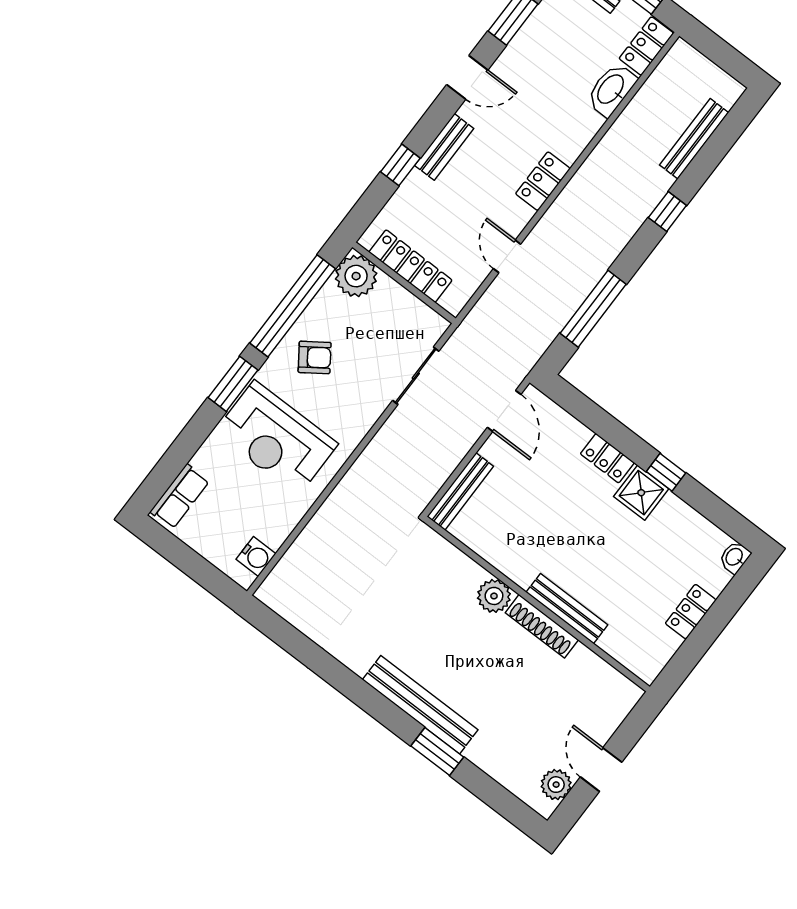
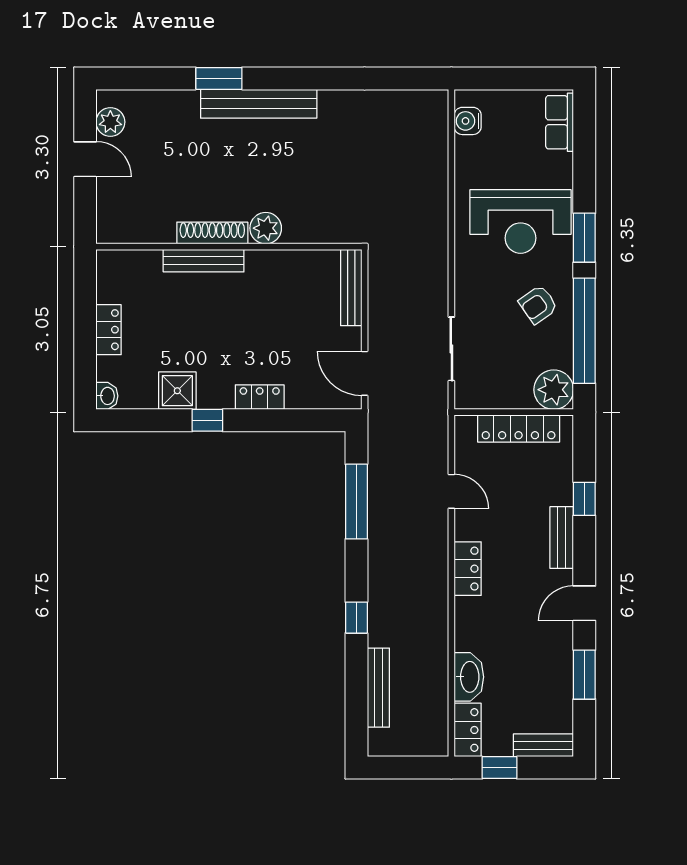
reception desk: (276, 438) -> (521, 222), turned 180
shower: (641, 493) -> (177, 391), moved

